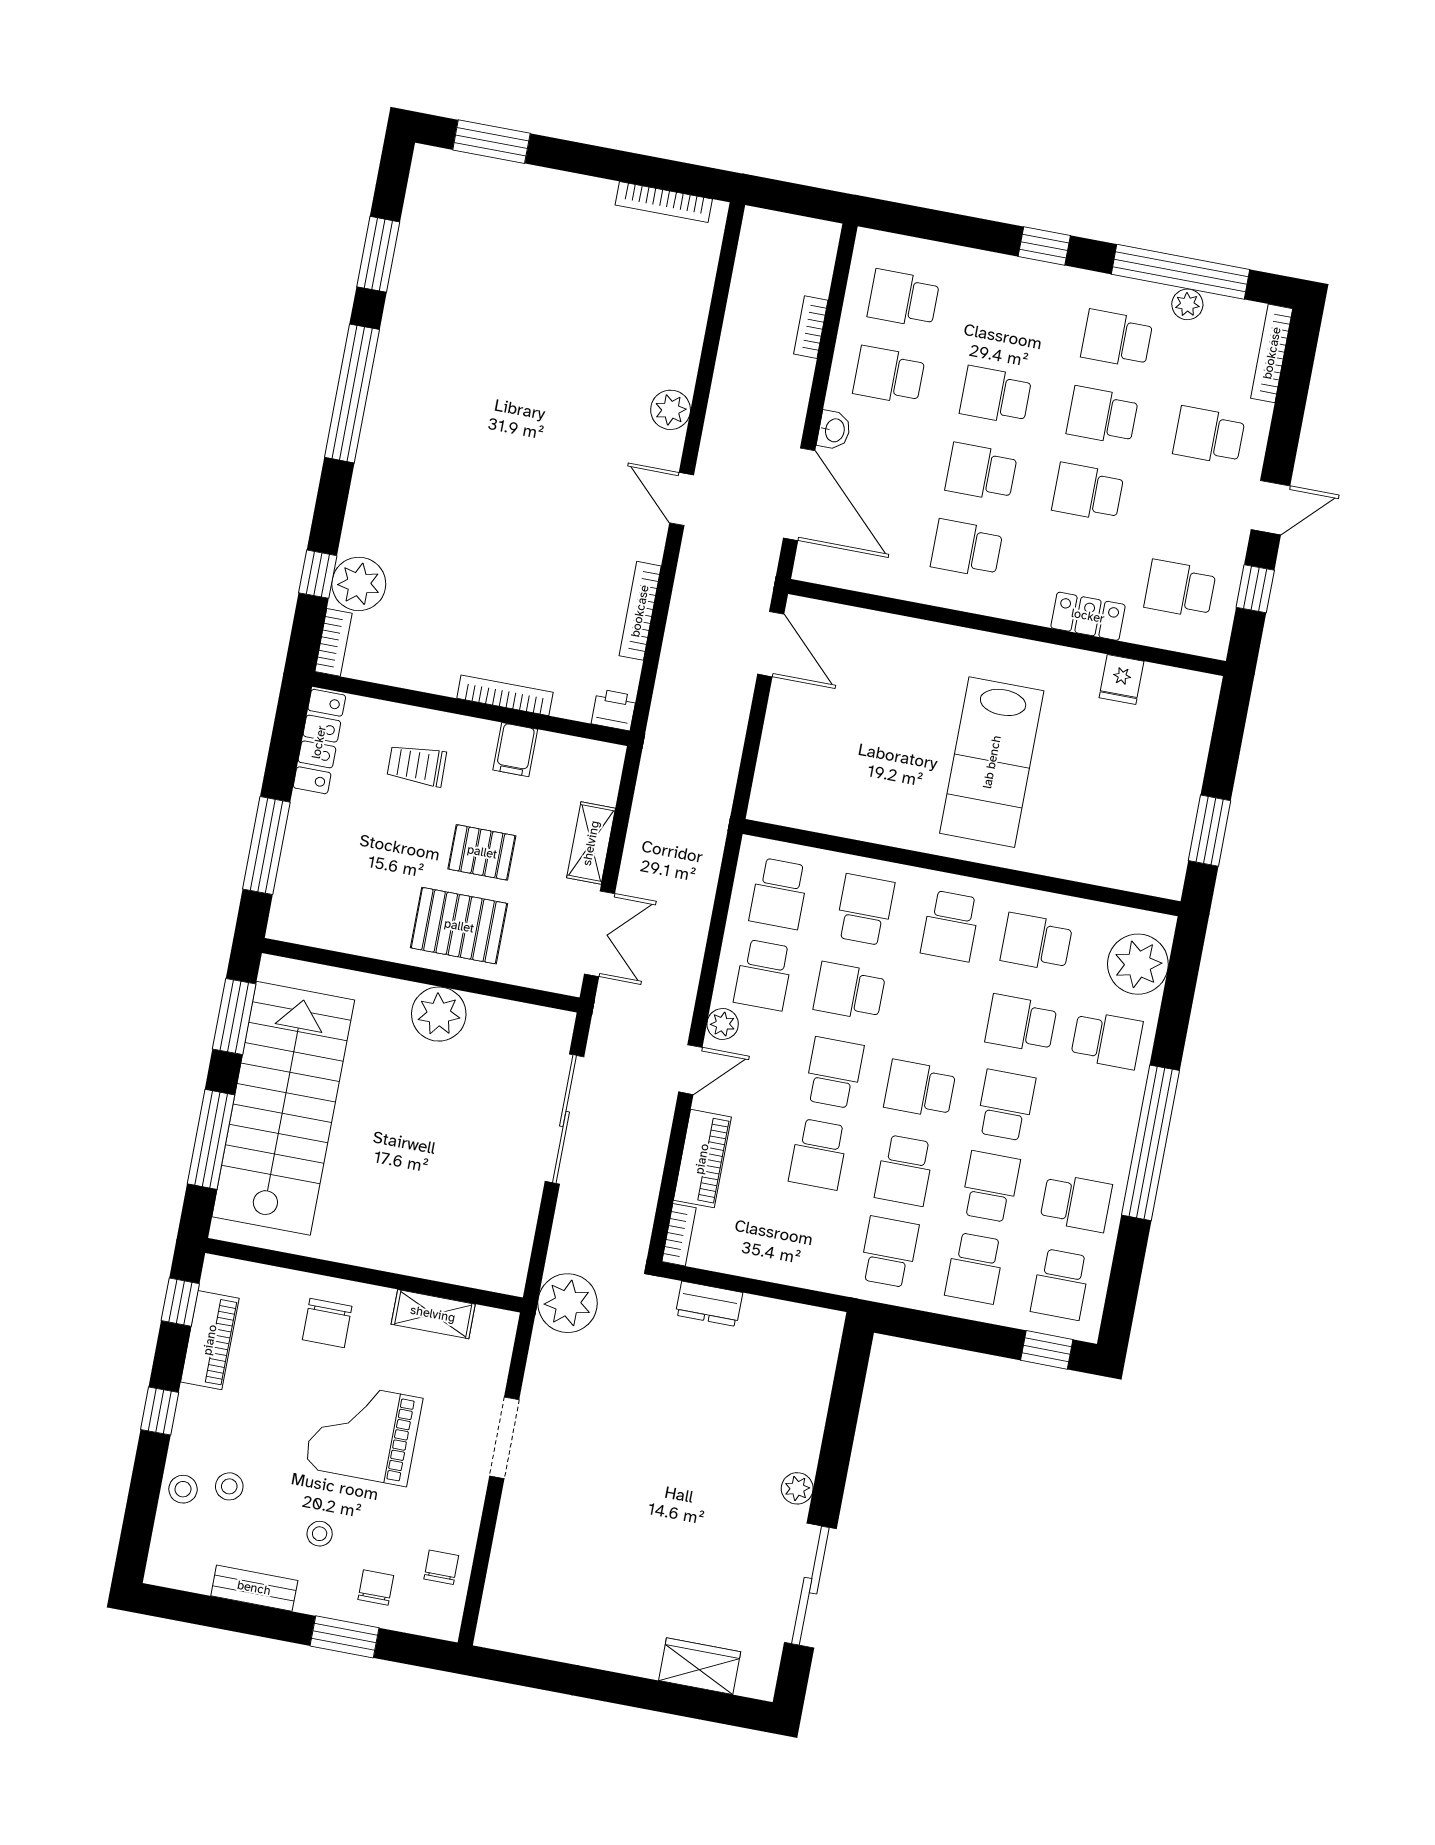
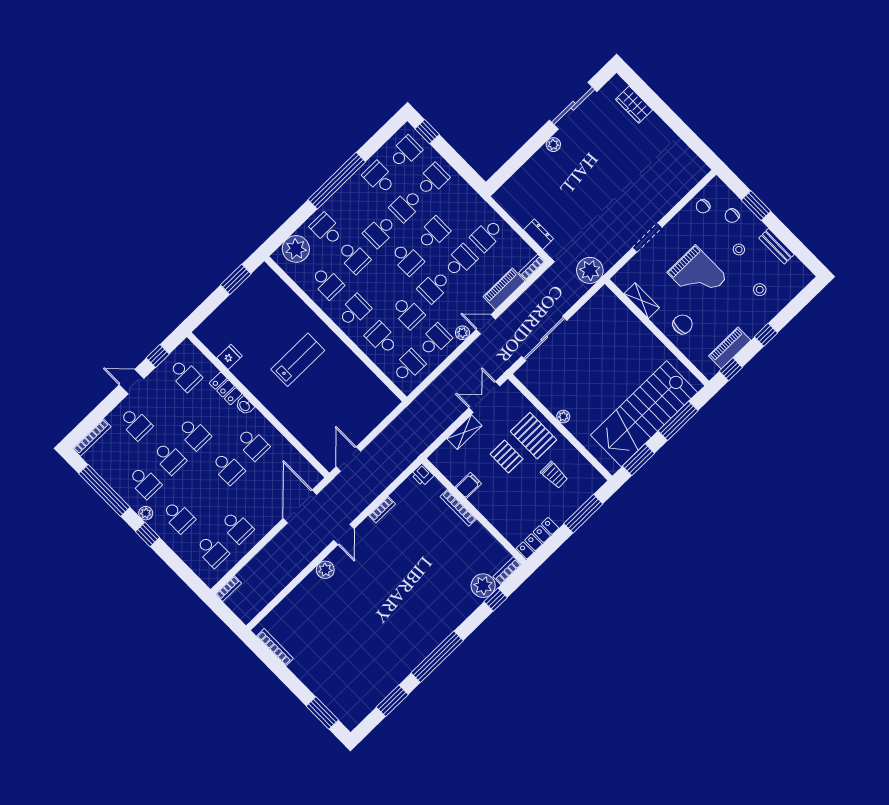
plant: (1187, 304) -> (146, 513), moved
bookcase: (811, 327) -> (228, 589), moved
school desk: (996, 395) -> (178, 517), moved
washbasin: (834, 430) -> (245, 406), moved, turned -90
bookcase: (640, 611) -> (382, 510), width x0.64
lab bench: (992, 762) -> (298, 360), width x0.73, depth x0.72
trolley: (417, 765) -> (554, 475), moved
school desk: (865, 910) -> (382, 338), turned 90
plant: (439, 1014) -> (563, 417), width x0.53, depth x0.53
school desk: (889, 1252) -> (487, 235), moved
stool: (183, 1489) -> (777, 300), removed

